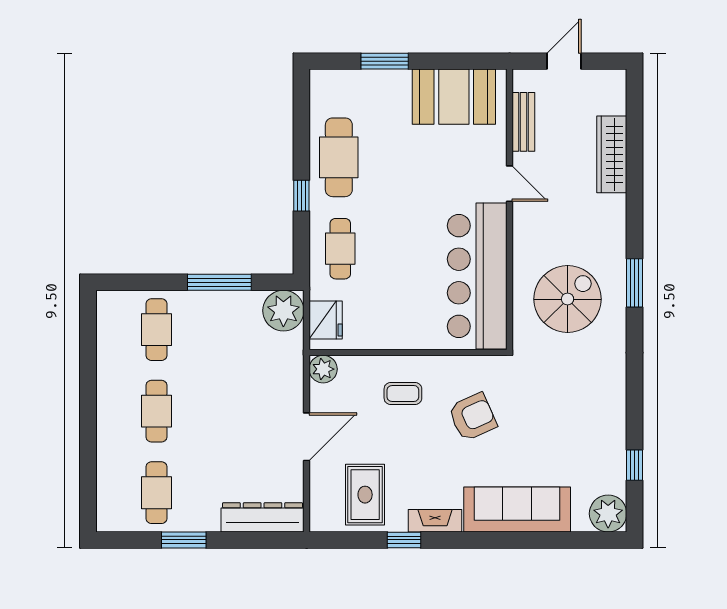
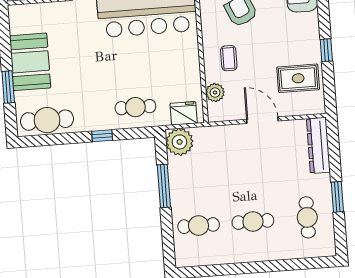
booth: (454, 97) -> (30, 62), moved
cafe table: (339, 157) -> (47, 120), moved
plant: (323, 369) -> (215, 93), moved
cafe table: (156, 493) -> (307, 217), turned 90
fireplace: (435, 521) -> (312, 30), removed

